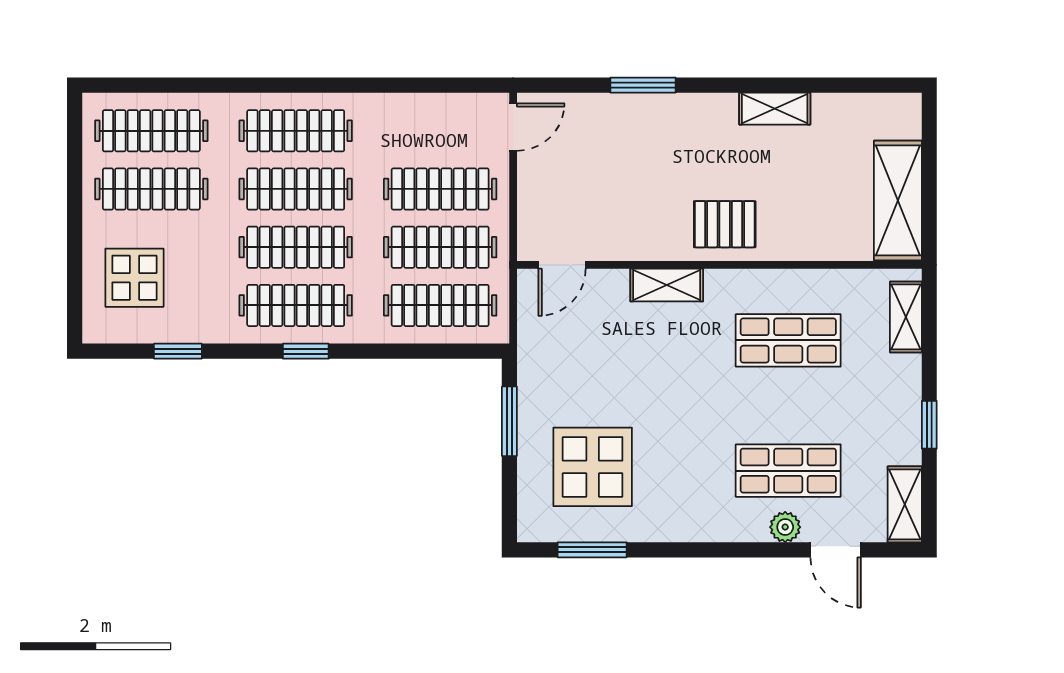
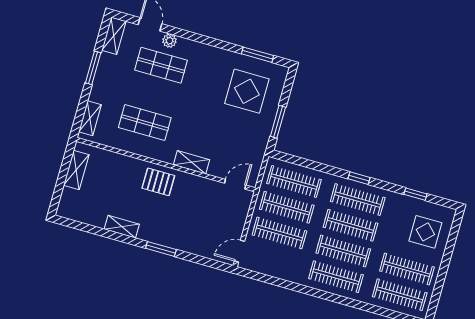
window: (643, 85) -> (161, 249), moved
shelving: (898, 200) -> (76, 170), width x0.67, depth x0.75
window: (929, 425) -> (93, 68), width x1.50

